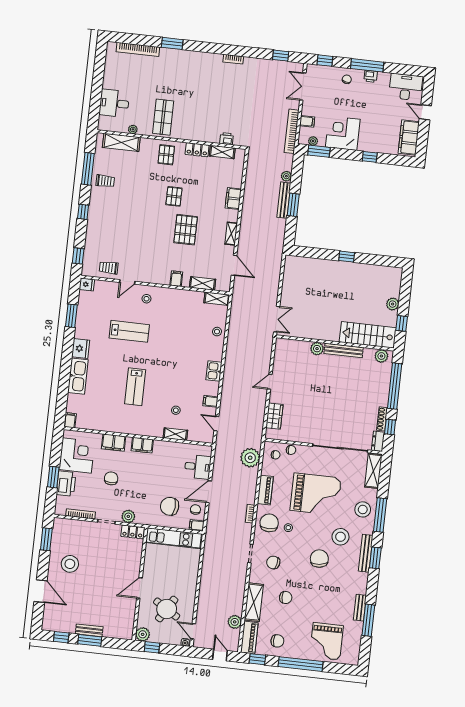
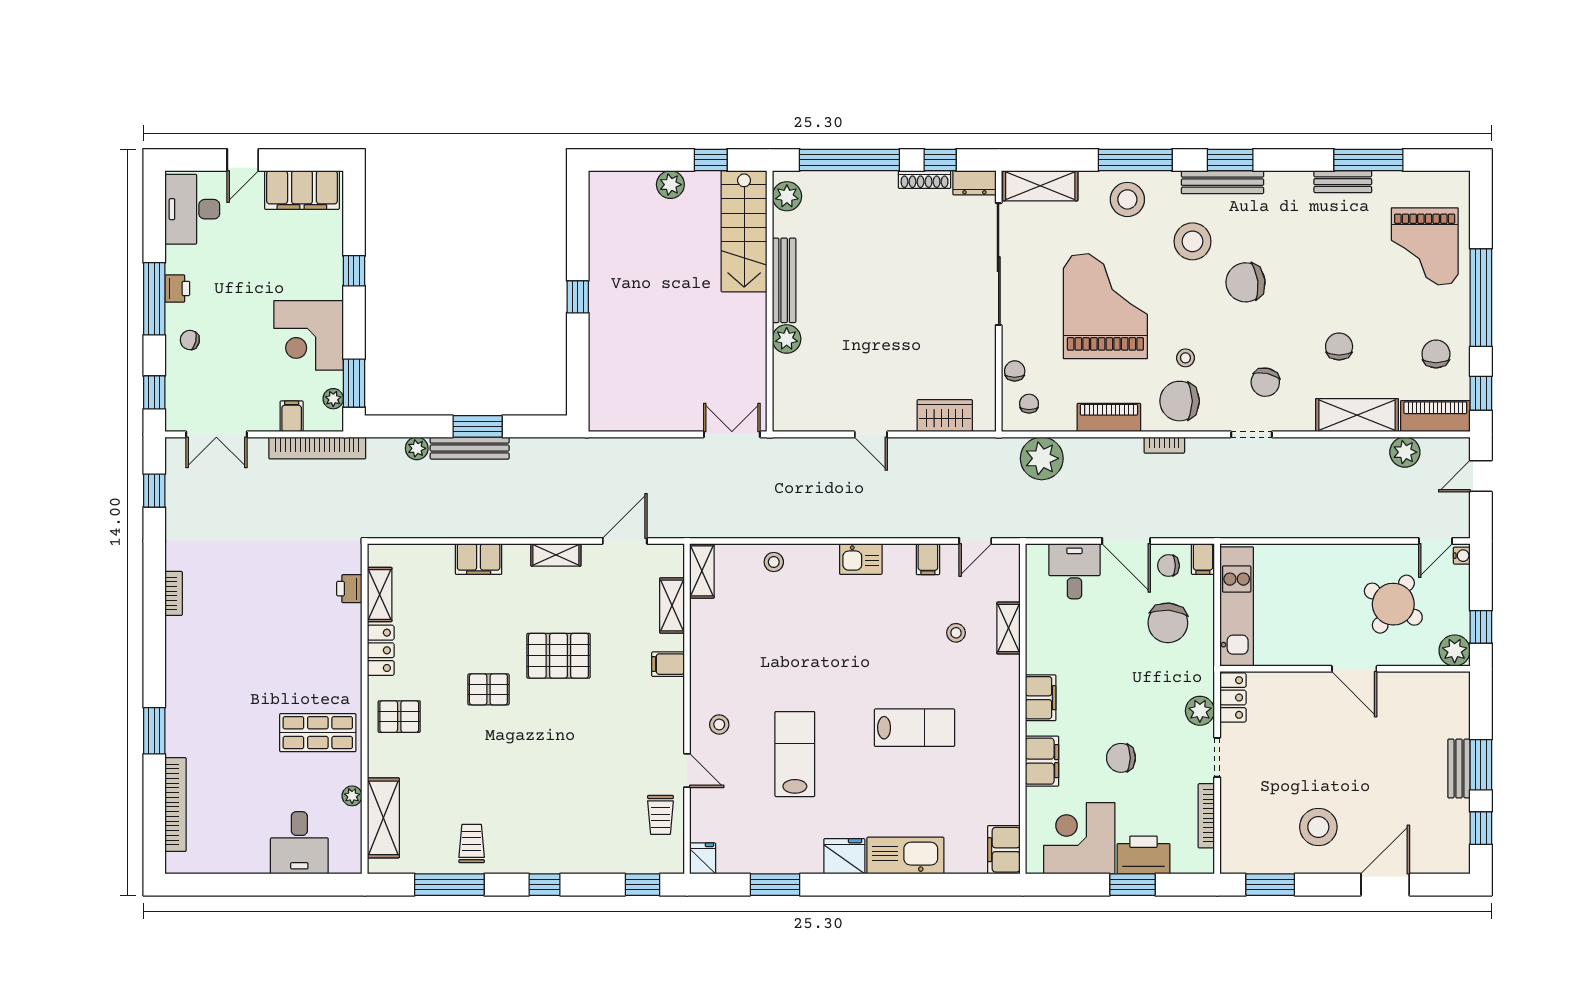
filing cabinet: (70, 420) -> (1004, 850), width x2.00
grand piano: (326, 641) -> (1425, 246), turned 90

